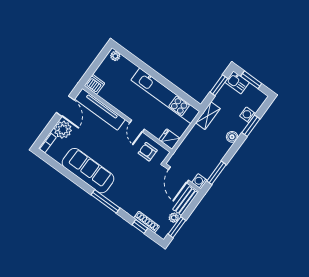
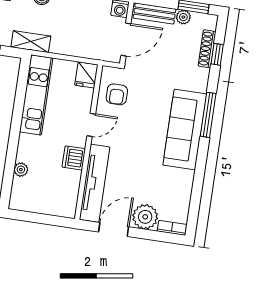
plant: (115, 56) -> (21, 170), moved
dishwasher: (94, 84) -> (74, 158), moved
kitchen unit: (165, 96) -> (36, 95), width x0.73
sofa: (88, 171) -> (185, 130), moved

